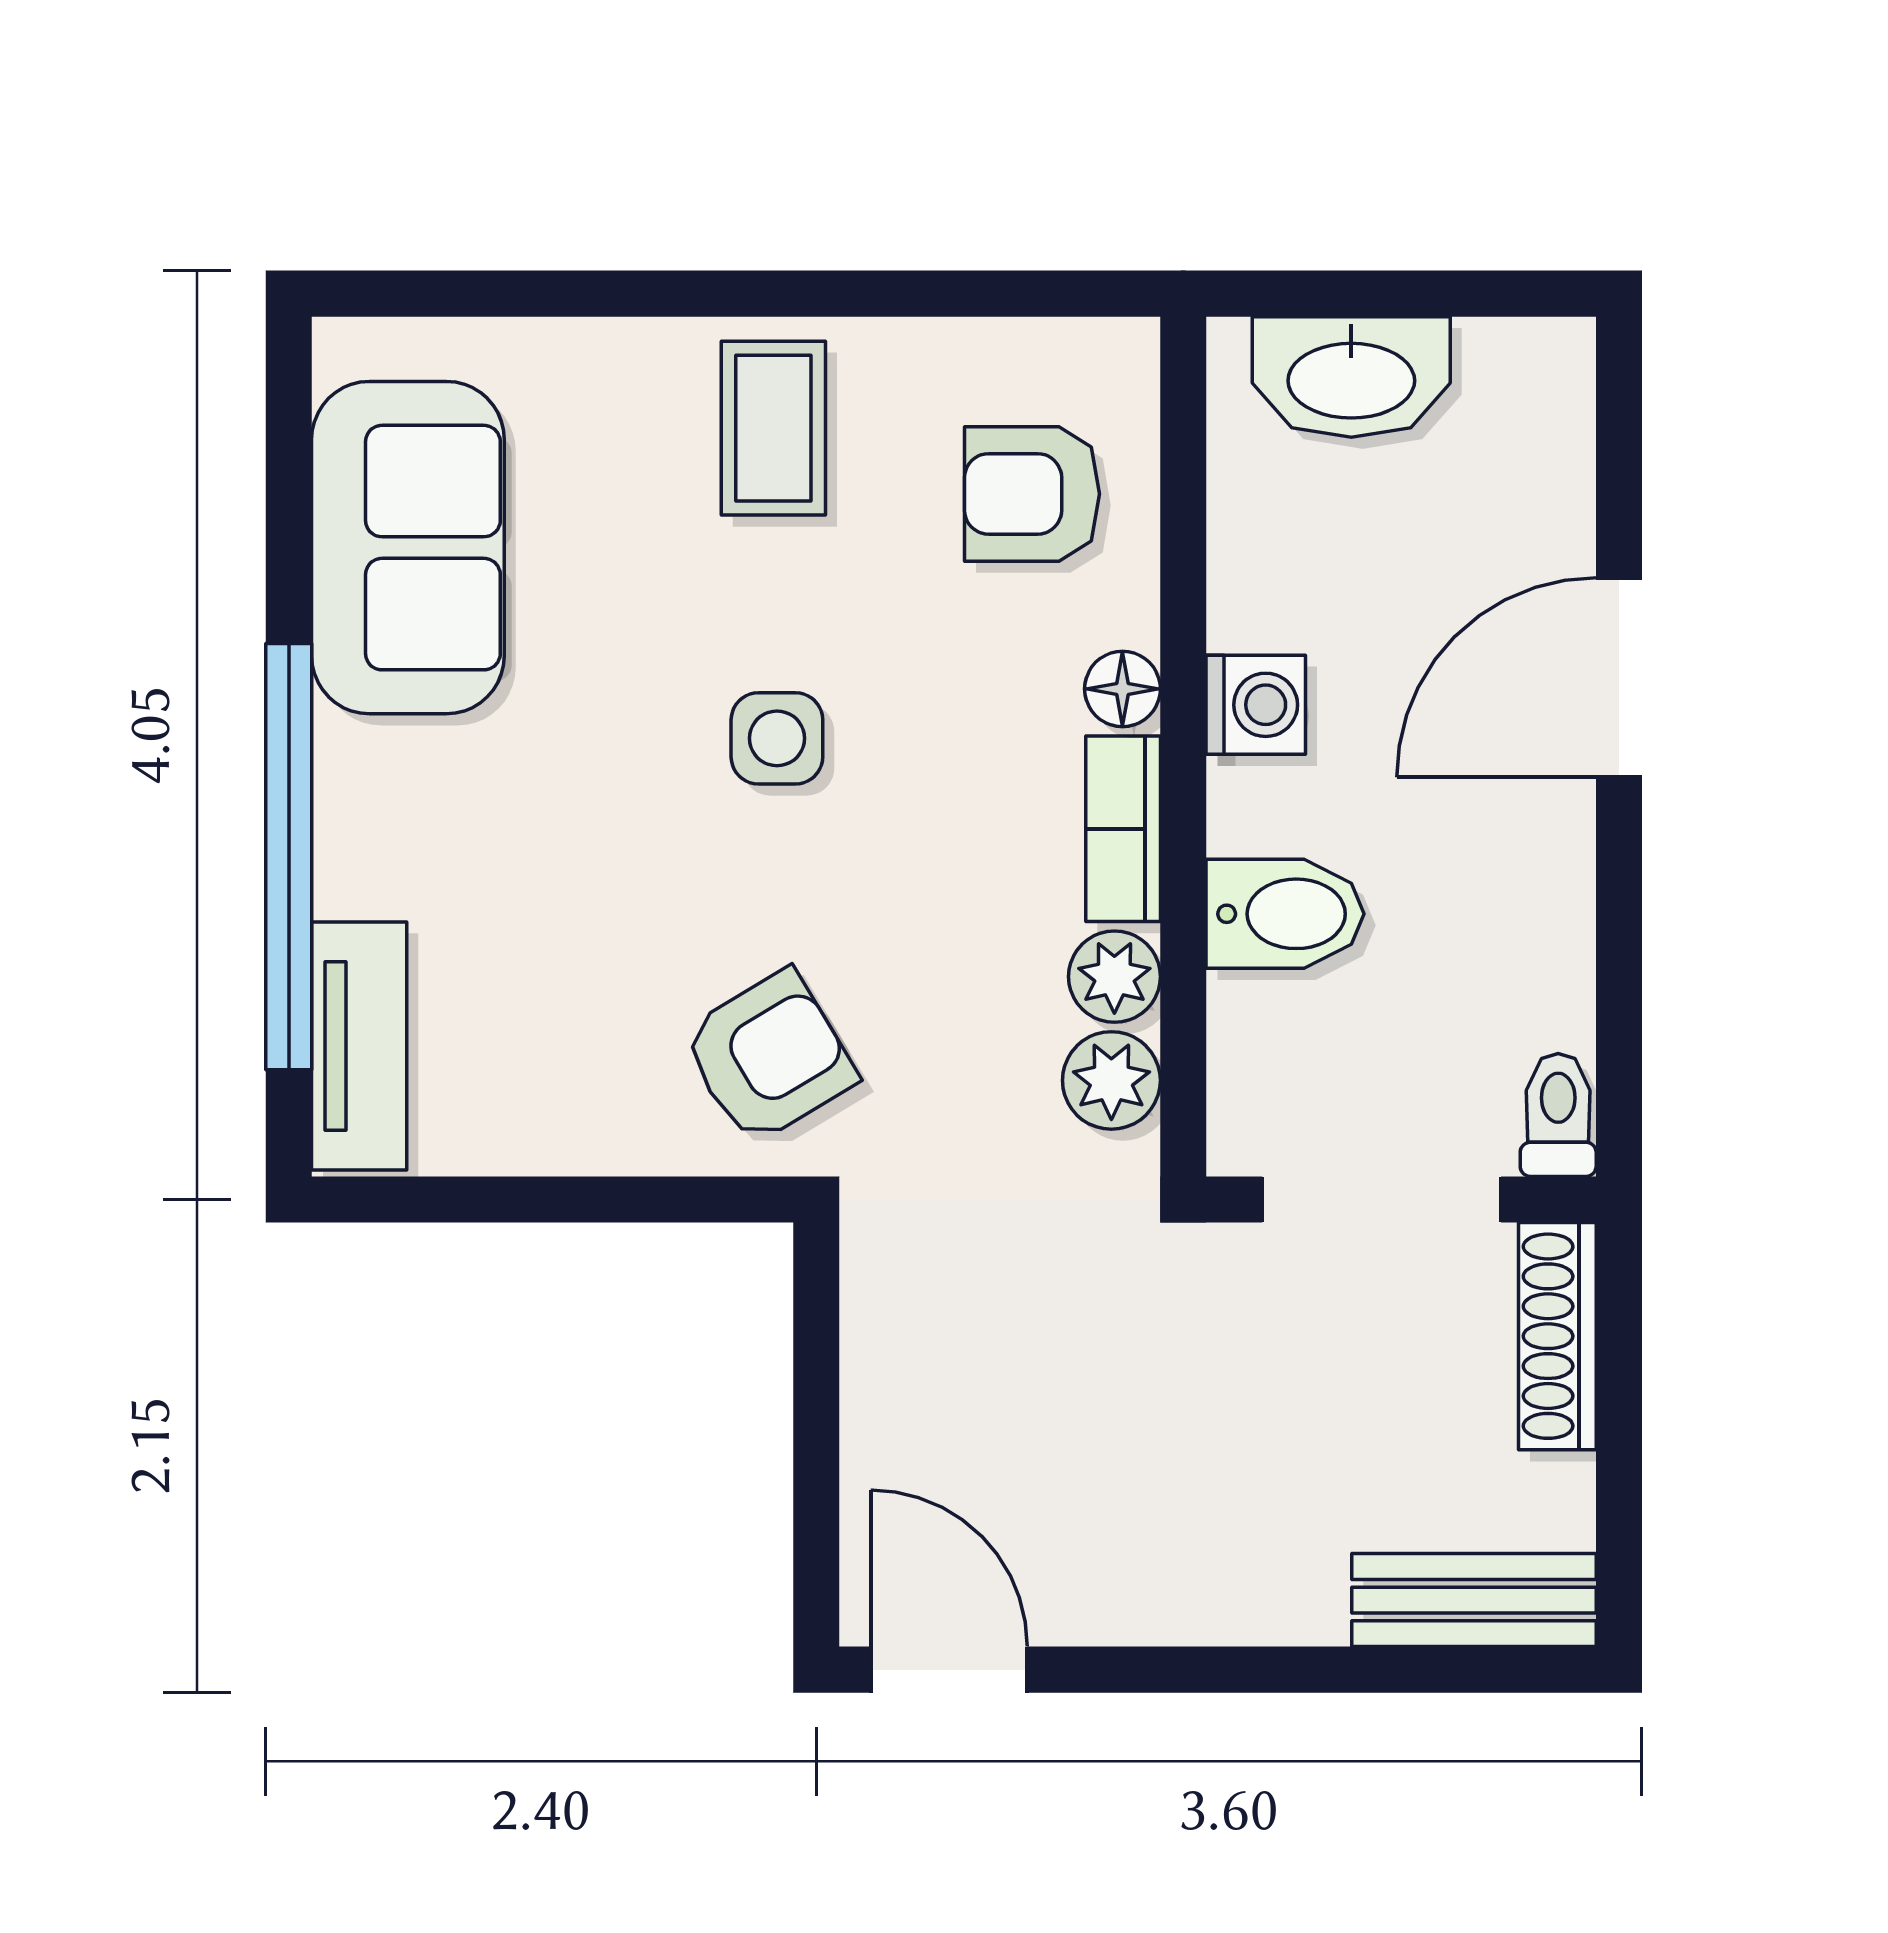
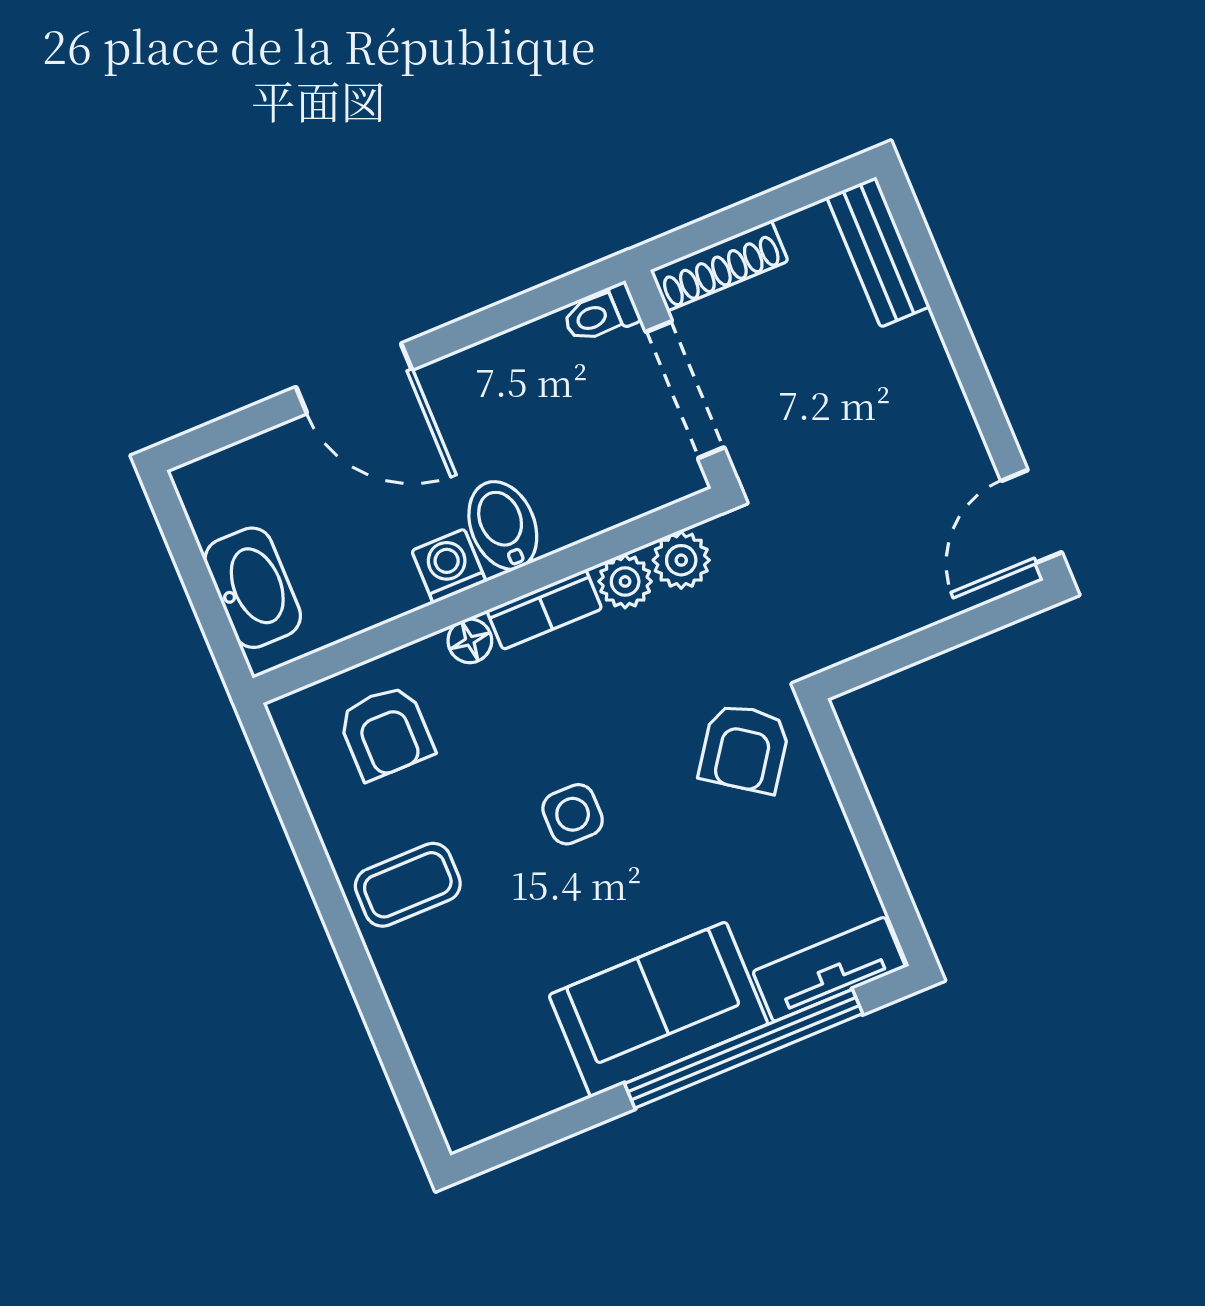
sofa: (408, 548) -> (658, 1009), moved
bidet: (1285, 914) -> (503, 525), moved
armchair: (769, 1057) -> (744, 748), turned -114

